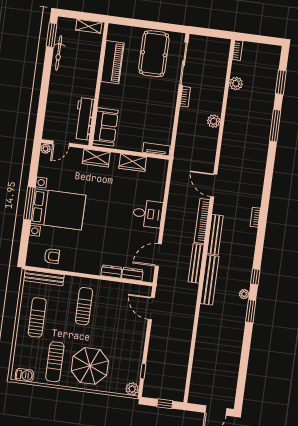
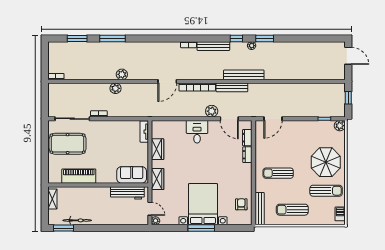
plant: (236, 83) -> (122, 74), moved
plant: (170, 235) -> (212, 111), added
bench: (215, 235) -> (213, 46), moved

